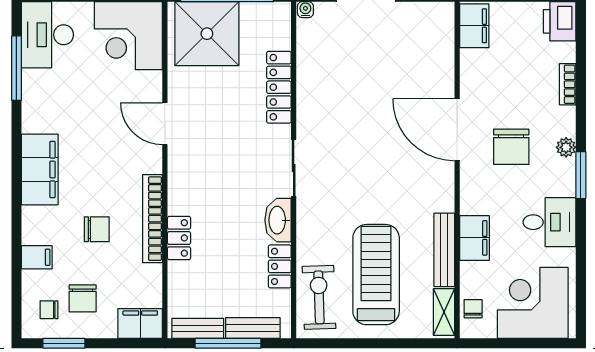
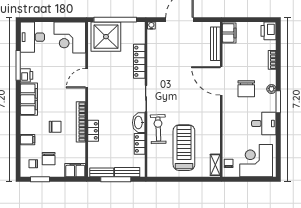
window: (16, 68) -> (18, 65), moved
printer: (35, 118) -> (27, 75), added
door: (165, 124) -> (87, 78), hinge flipped
filing cabinet: (474, 238) -> (229, 131), removed
bench: (444, 250) -> (215, 44), moved
exercise bike: (319, 297) -> (158, 129), moved

